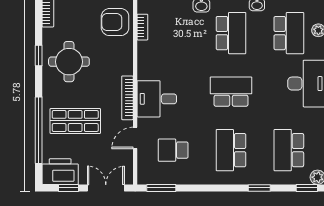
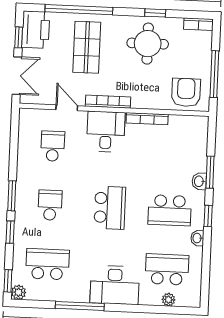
bookcase: (142, 27) -> (147, 119), moved, width x1.56
school desk: (289, 33) -> (167, 269), turned 180
school desk: (231, 150) -> (50, 205), width x0.54
window: (161, 188) -> (12, 196), moved

